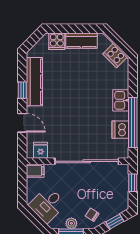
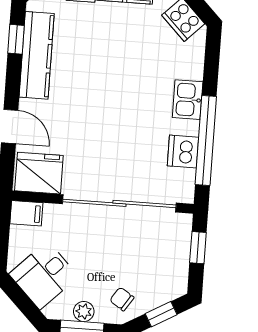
window: (22, 90) -> (16, 39), moved
fridge: (41, 150) -> (39, 173), width x1.88, depth x1.34

